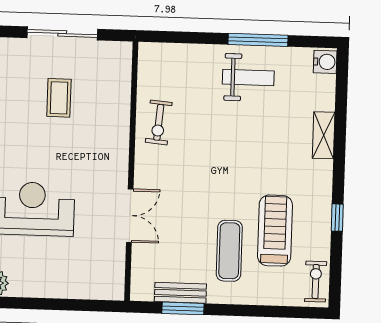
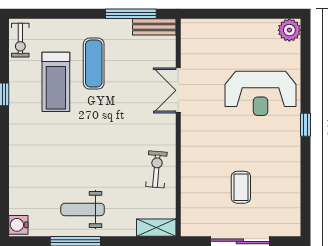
shelving: (324, 135) -> (156, 228), moved, turned 90
bench: (180, 293) -> (154, 27), moved
window: (183, 308) -> (131, 14), width x1.44

